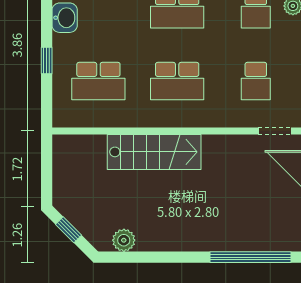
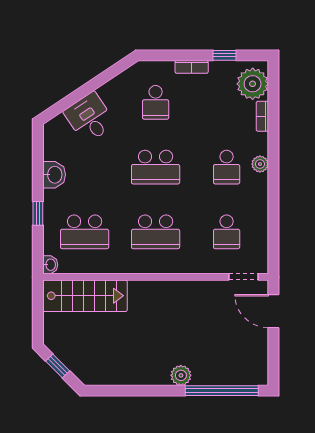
washbasin: (60, 117) -> (50, 265), added
stairs: (154, 152) -> (85, 296), moved
plant: (124, 240) -> (181, 375), moved

